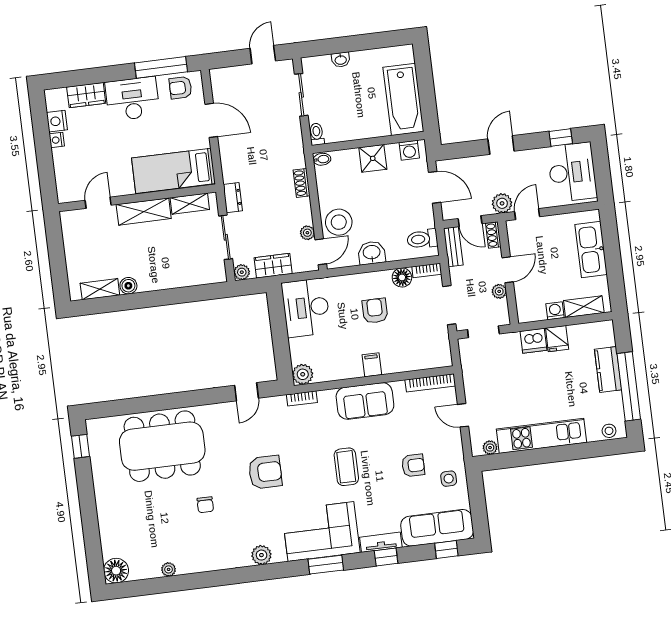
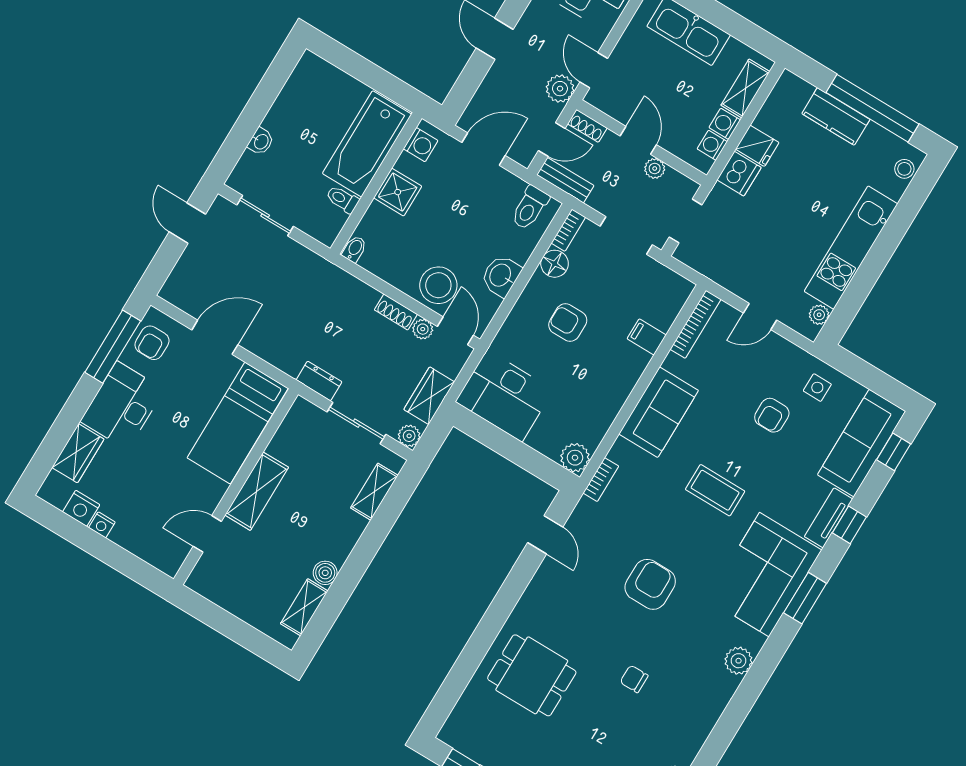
bathtub: (403, 99) -> (367, 144), moved, turned 90
toilet: (317, 134) -> (342, 199), moved
shoe rack: (302, 183) -> (396, 312), moved
door: (98, 203) -> (207, 534), hinge flipped
shelving: (190, 204) -> (374, 492), moved
washing machine: (537, 313) -> (712, 145), added
filing cabinet: (372, 365) -> (647, 337), moved
dining table: (162, 446) -> (532, 675), width x0.53, depth x0.80
armchair: (413, 465) -> (772, 415), turned 180
chair: (205, 505) -> (634, 679), turned 180

